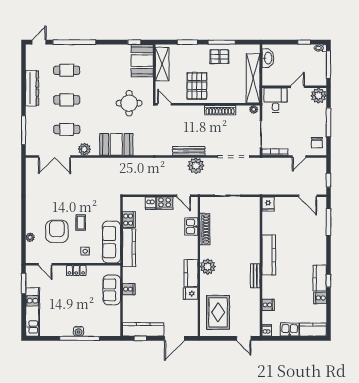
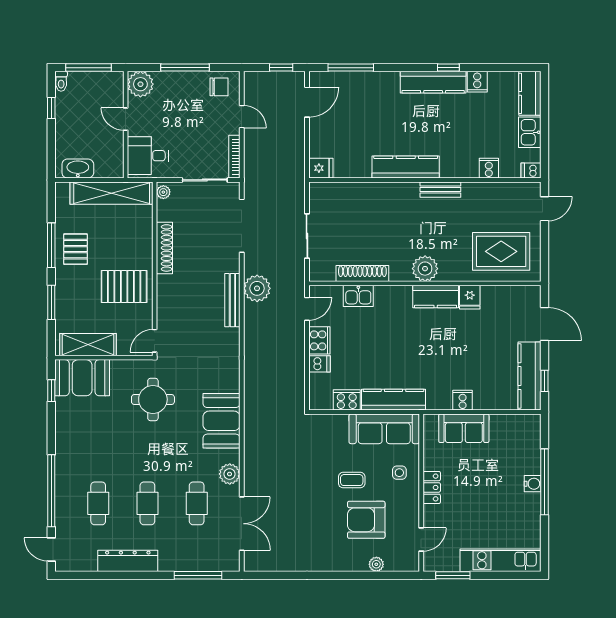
kitchen counter: (320, 278) -> (433, 82), width x1.50

